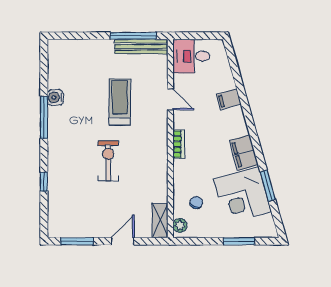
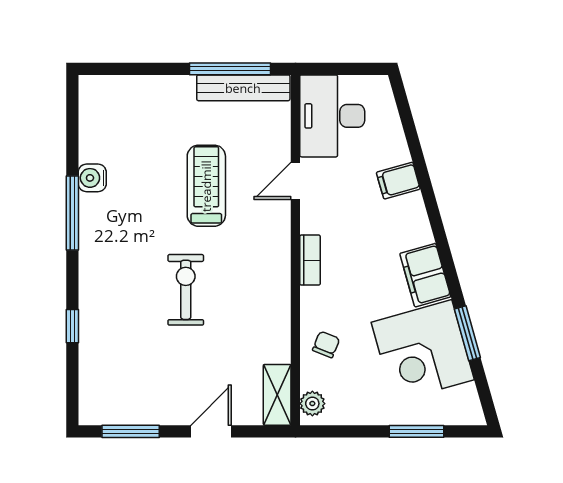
desk: (191, 56) -> (332, 116), width x1.37
door: (170, 99) -> (295, 181), swing flipped
chair: (196, 203) -> (326, 344), moved

